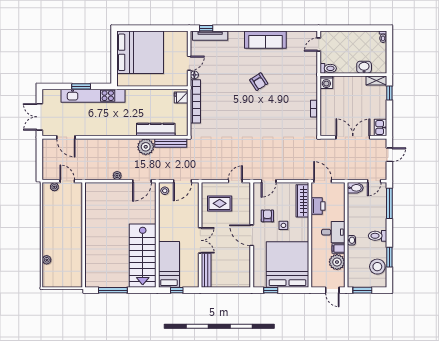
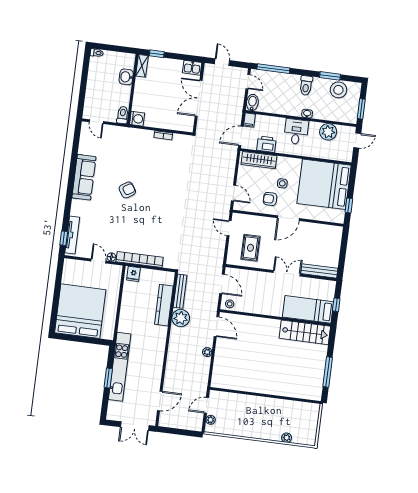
filing cabinet: (339, 249) -> (249, 120), moved
stairs: (143, 256) -> (305, 332), width x0.73, depth x0.66

